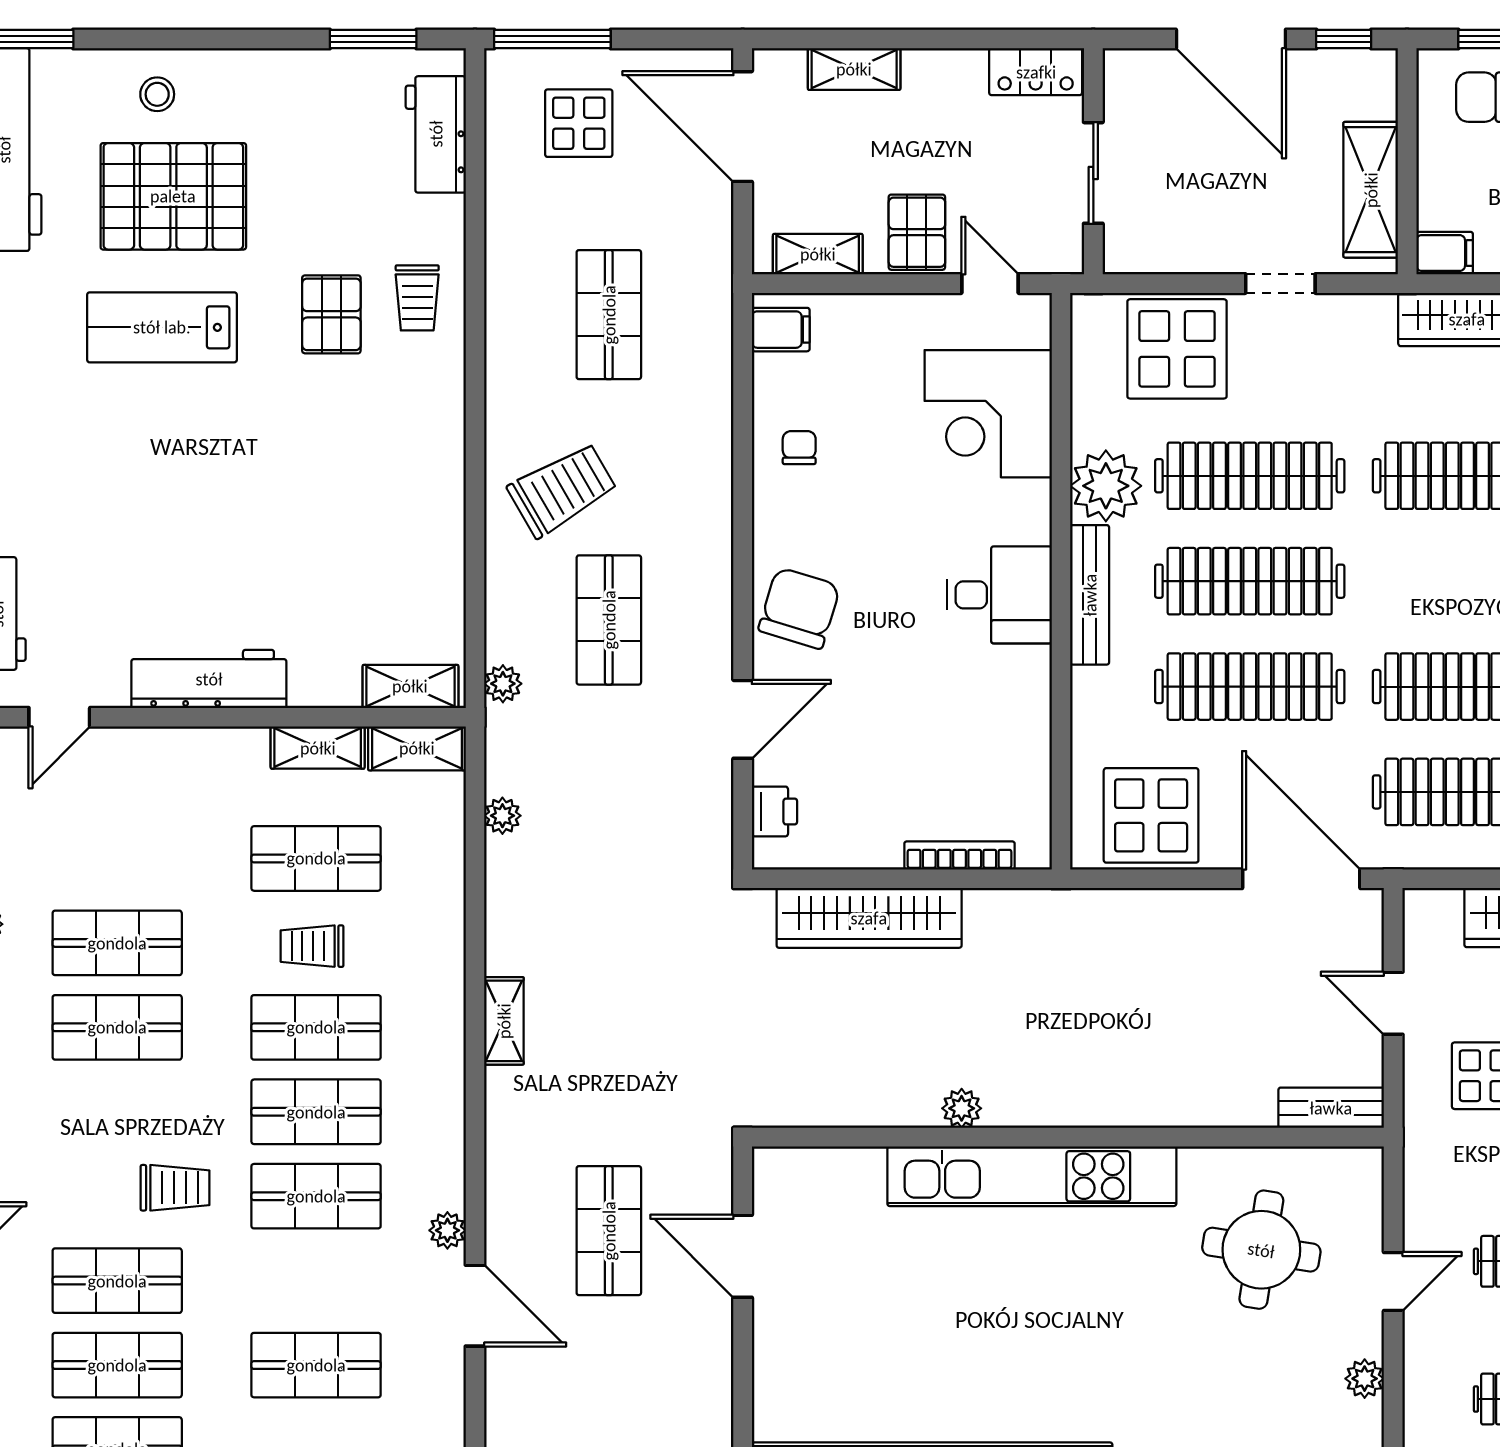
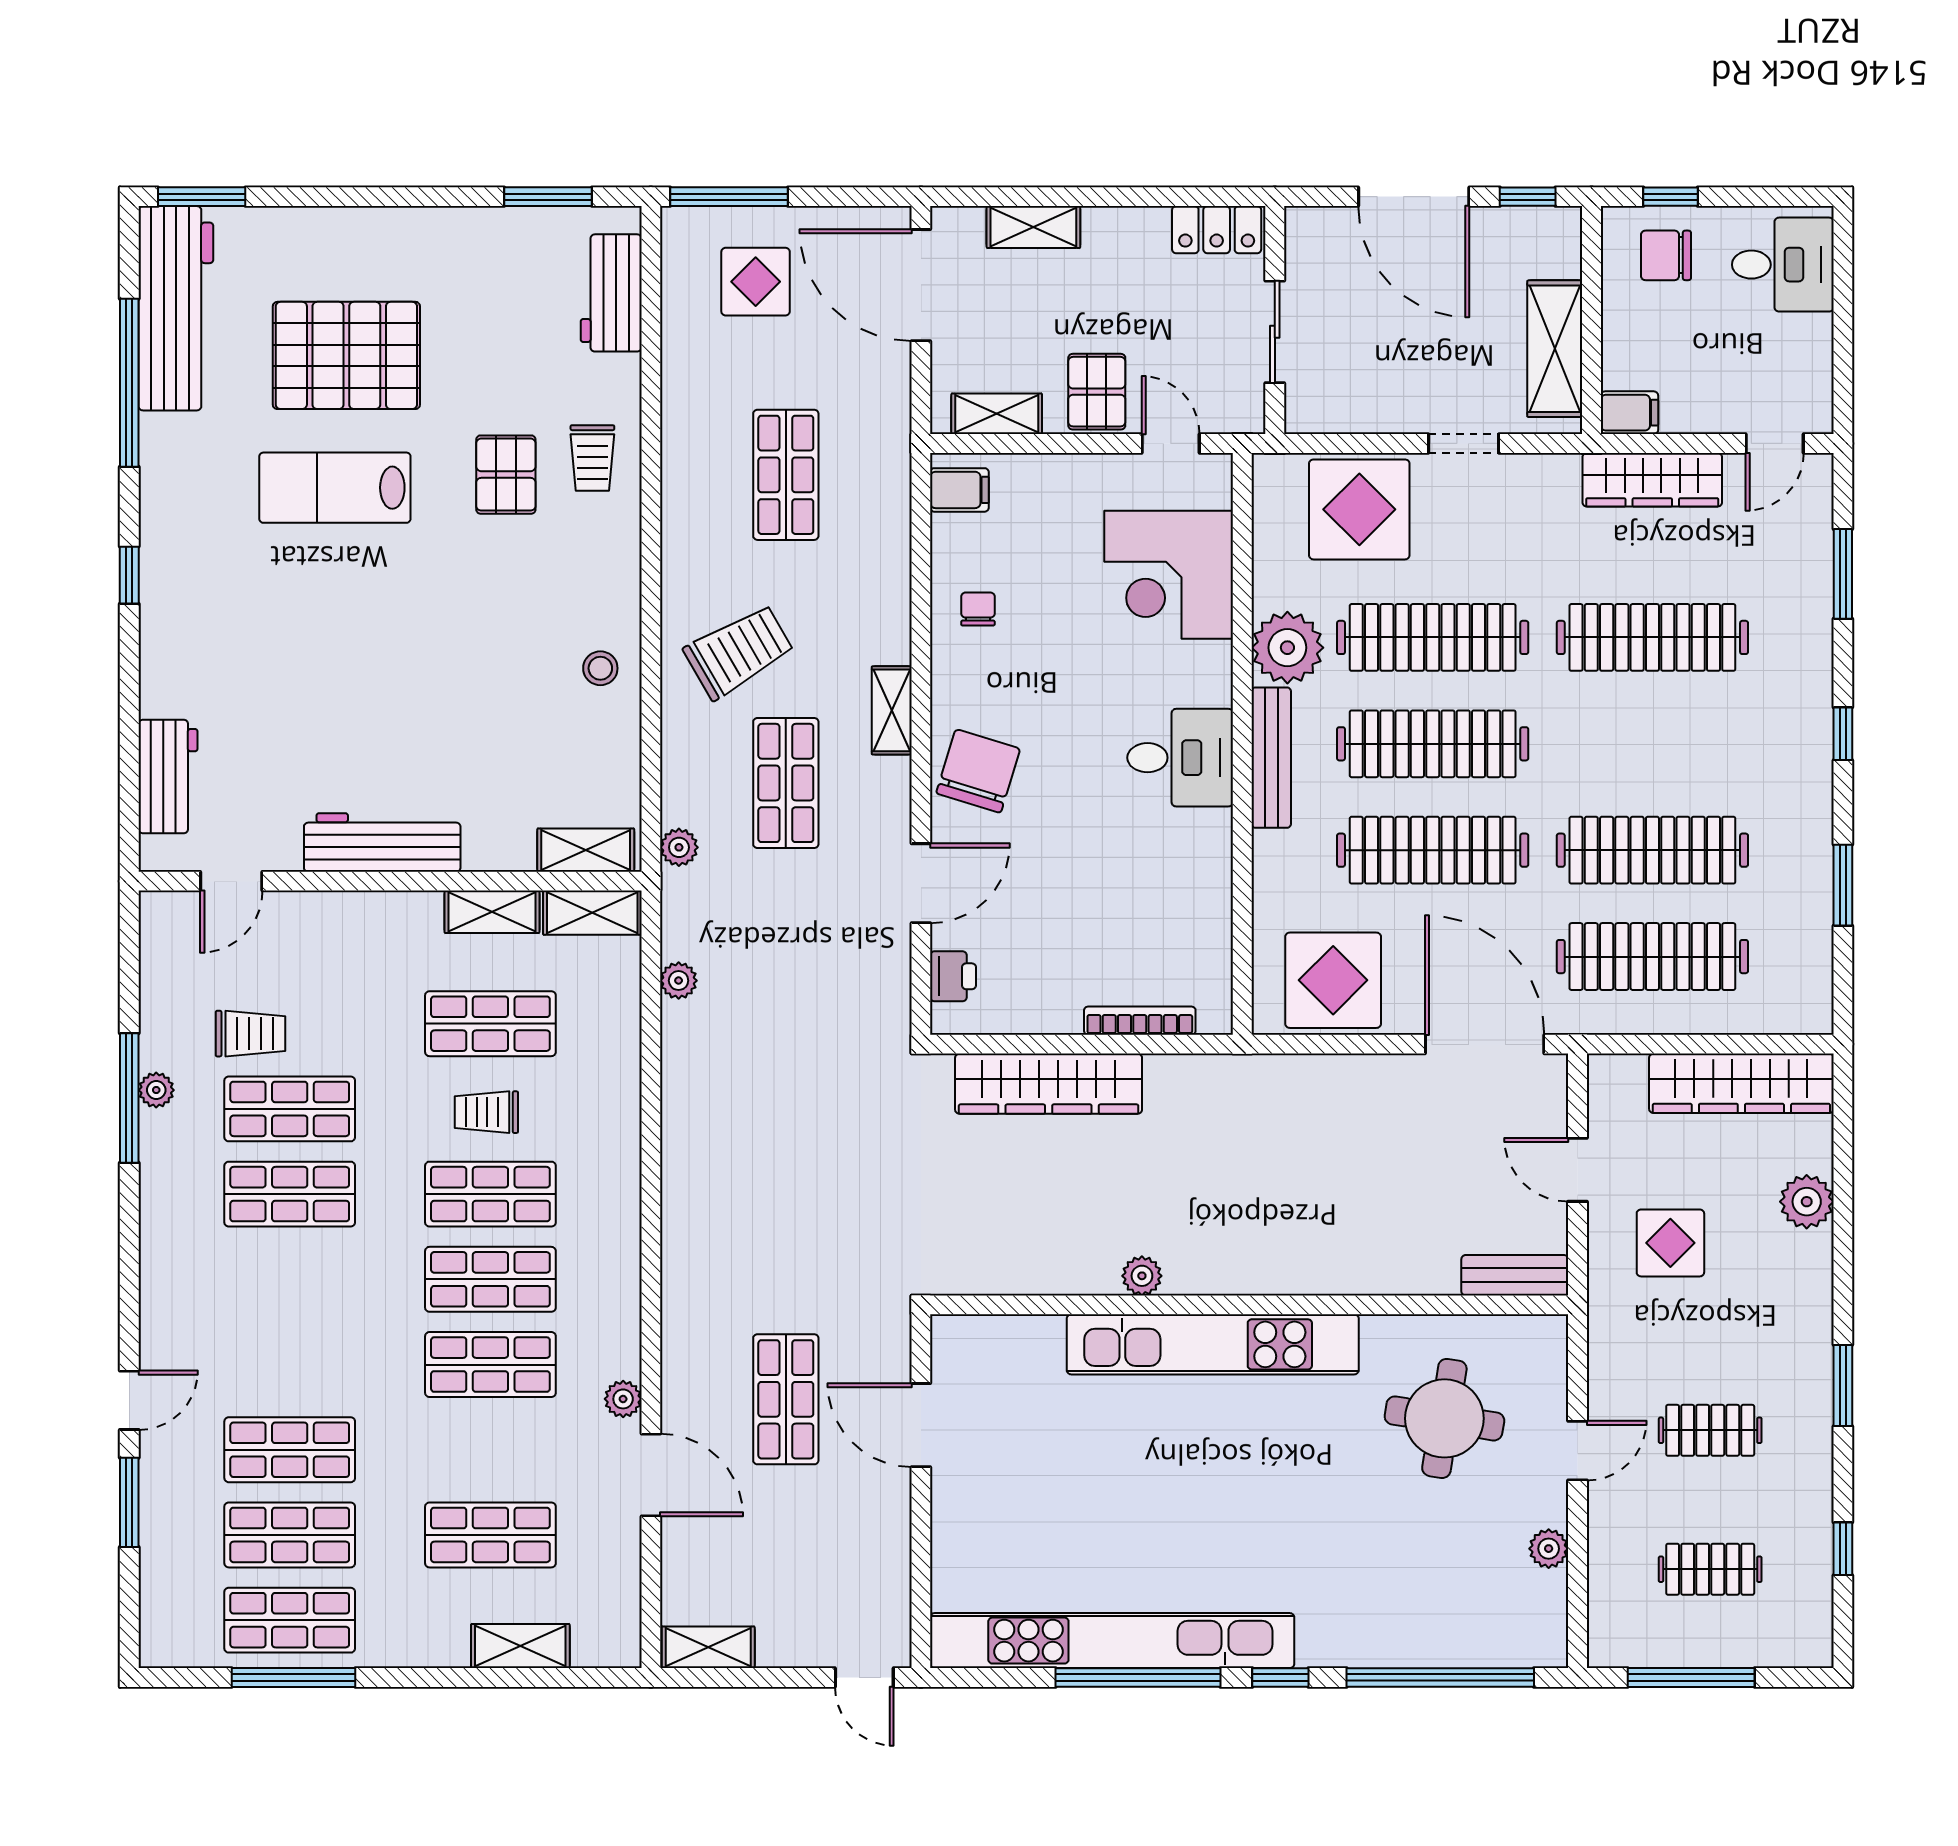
stool: (157, 94) -> (600, 668), moved
shelving: (504, 1021) -> (892, 710), moved
trolley: (175, 1188) -> (250, 1034), moved

